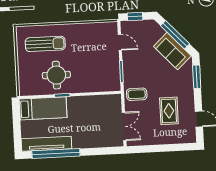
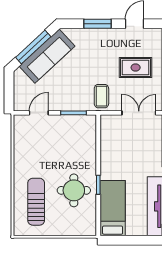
window: (135, 17) -> (9, 93), removed
sofa: (172, 51) -> (47, 56), width x1.36
window: (197, 77) -> (97, 24), moved
rug: (169, 111) -> (136, 67), moved

